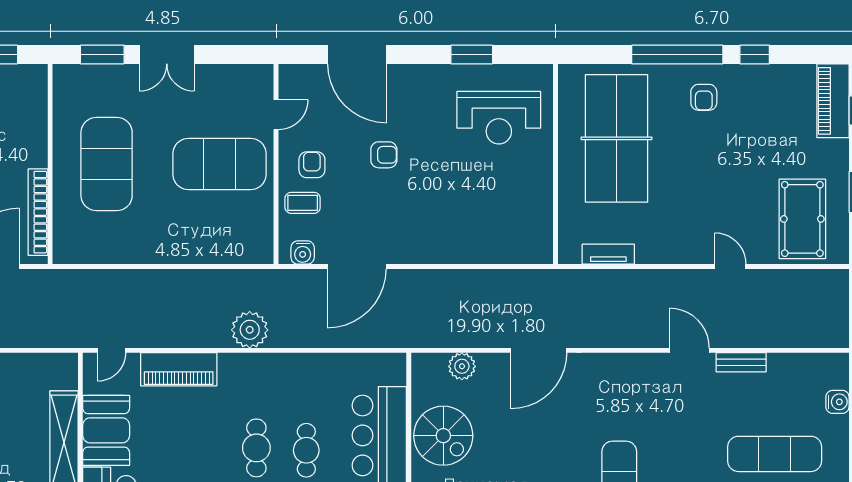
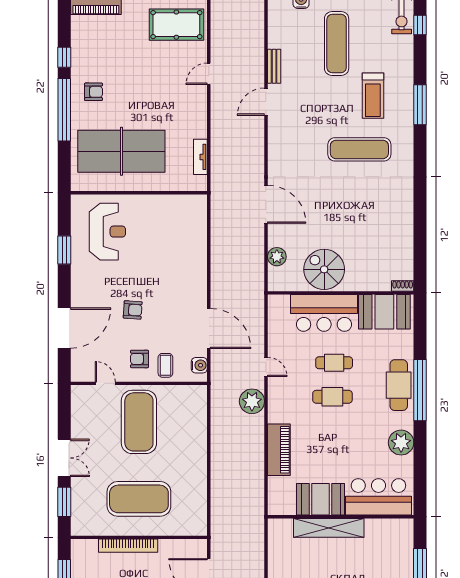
armchair: (384, 155) -> (133, 310), turned 94
bookcase: (38, 212) -> (128, 546), moved
door: (112, 350) -> (266, 367), moved
spiral stairs: (443, 436) -> (324, 269), turned -90

